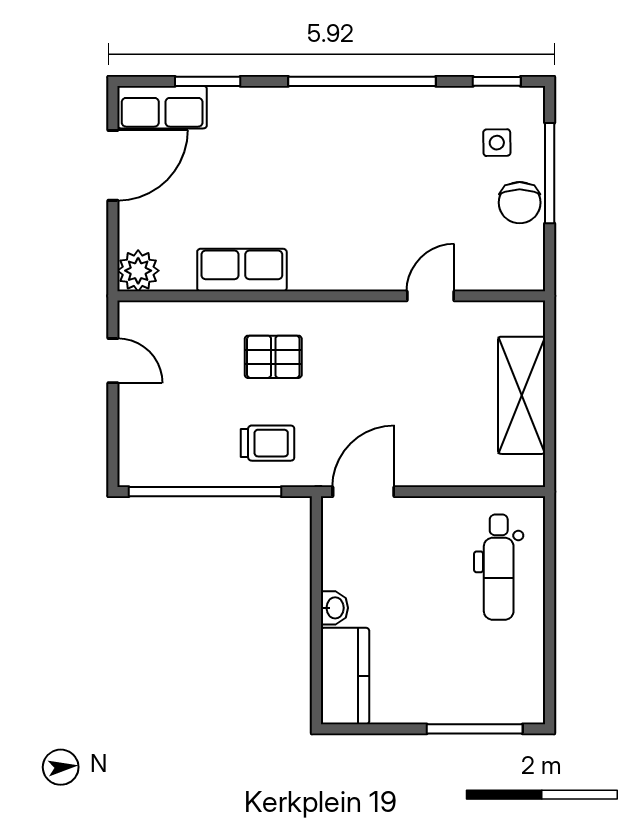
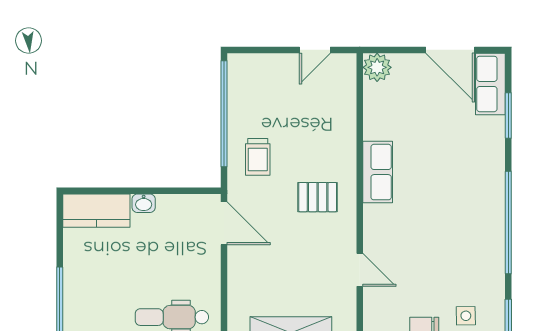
row of seats: (242, 270) -> (378, 172), moved
pallet: (273, 357) -> (318, 197), moved, turned 90

